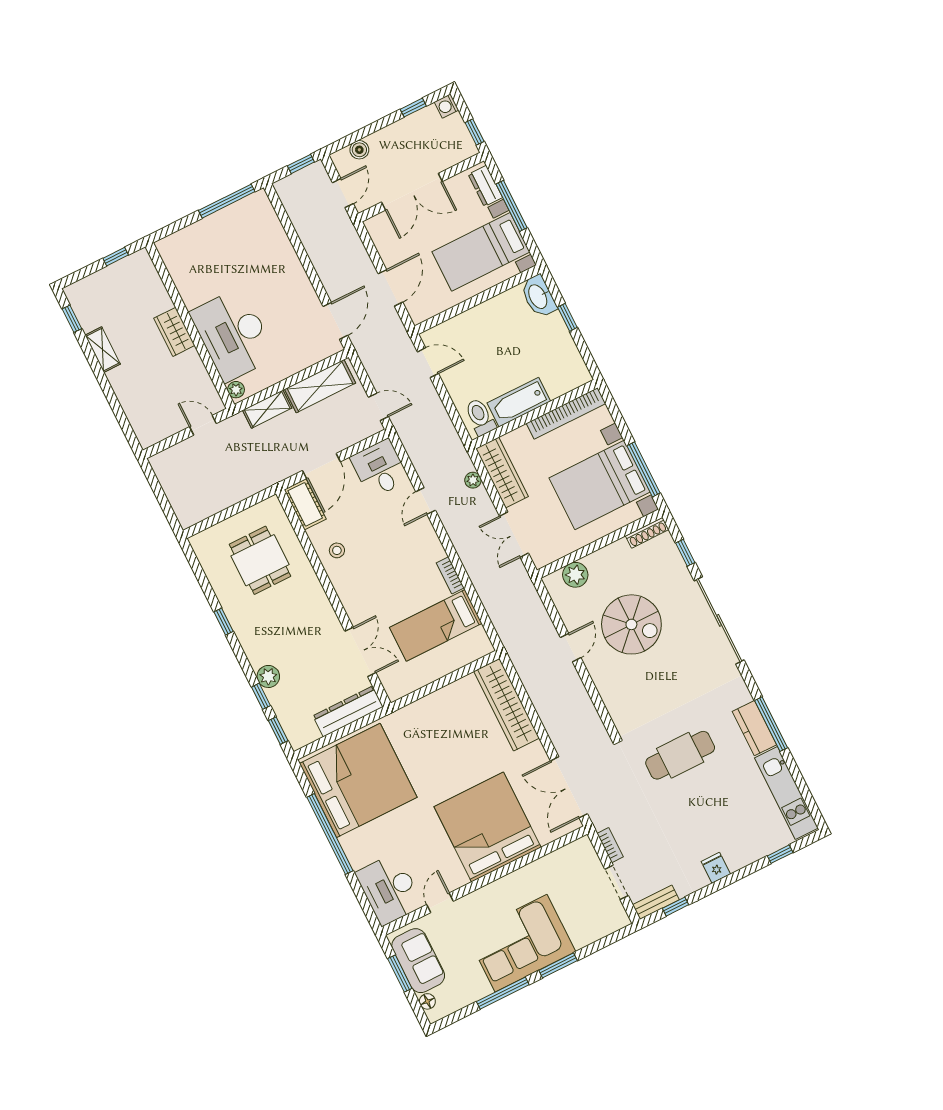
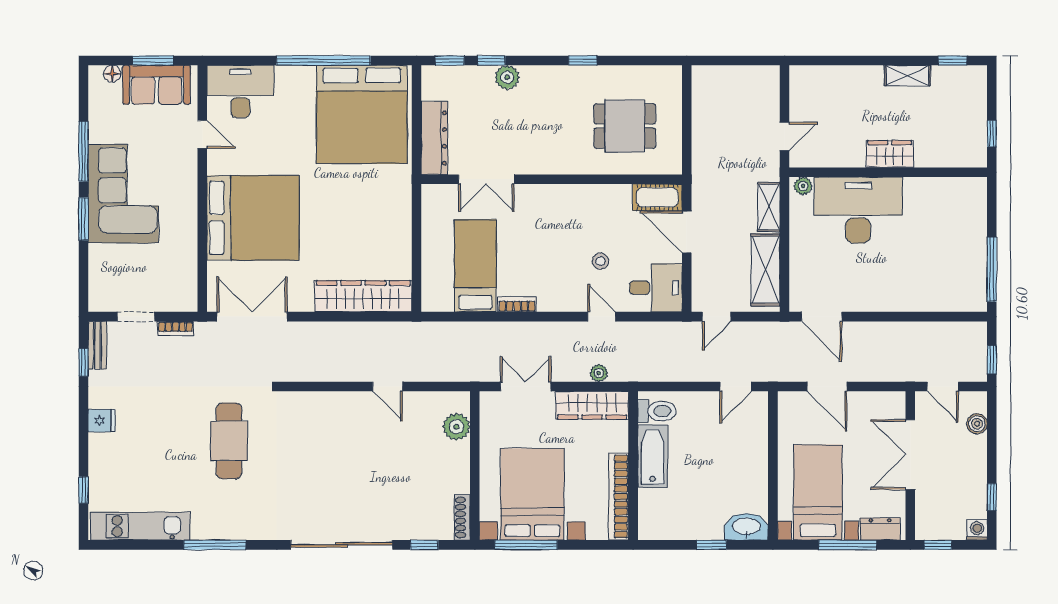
stool: (337, 550) -> (600, 261), moved
spiral stairs: (631, 624) -> (381, 457), removed
kitchen counter: (754, 728) -> (219, 527), removed

